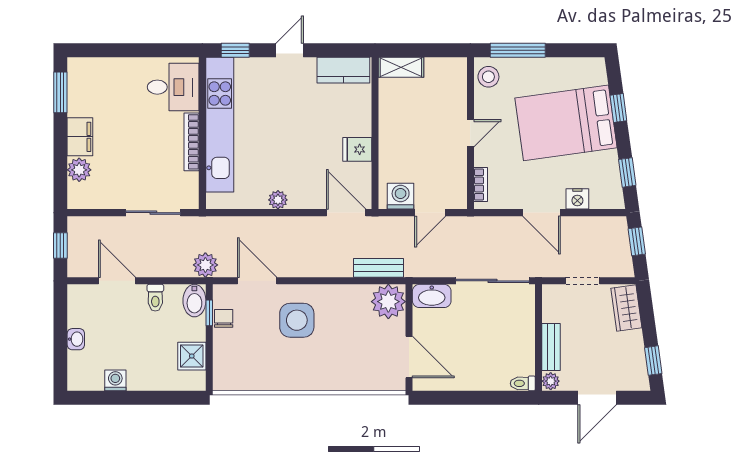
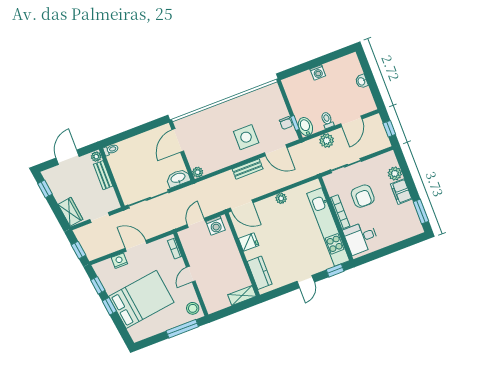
kitchen counter: (343, 70) -> (260, 273), moved, turned 90
window: (618, 108) -> (109, 306), moved
armchair: (145, 153) -> (363, 196), added
plant: (205, 265) -> (327, 141), moved
bench: (379, 268) -> (248, 169), moved
door: (117, 281) -> (351, 121), hinge flipped
plant: (388, 302) -> (198, 172), width x0.53, depth x0.53
shower: (192, 356) -> (295, 96), removed
door: (409, 357) -> (178, 140), hinge flipped
washing machine: (115, 380) -> (318, 72), moved

